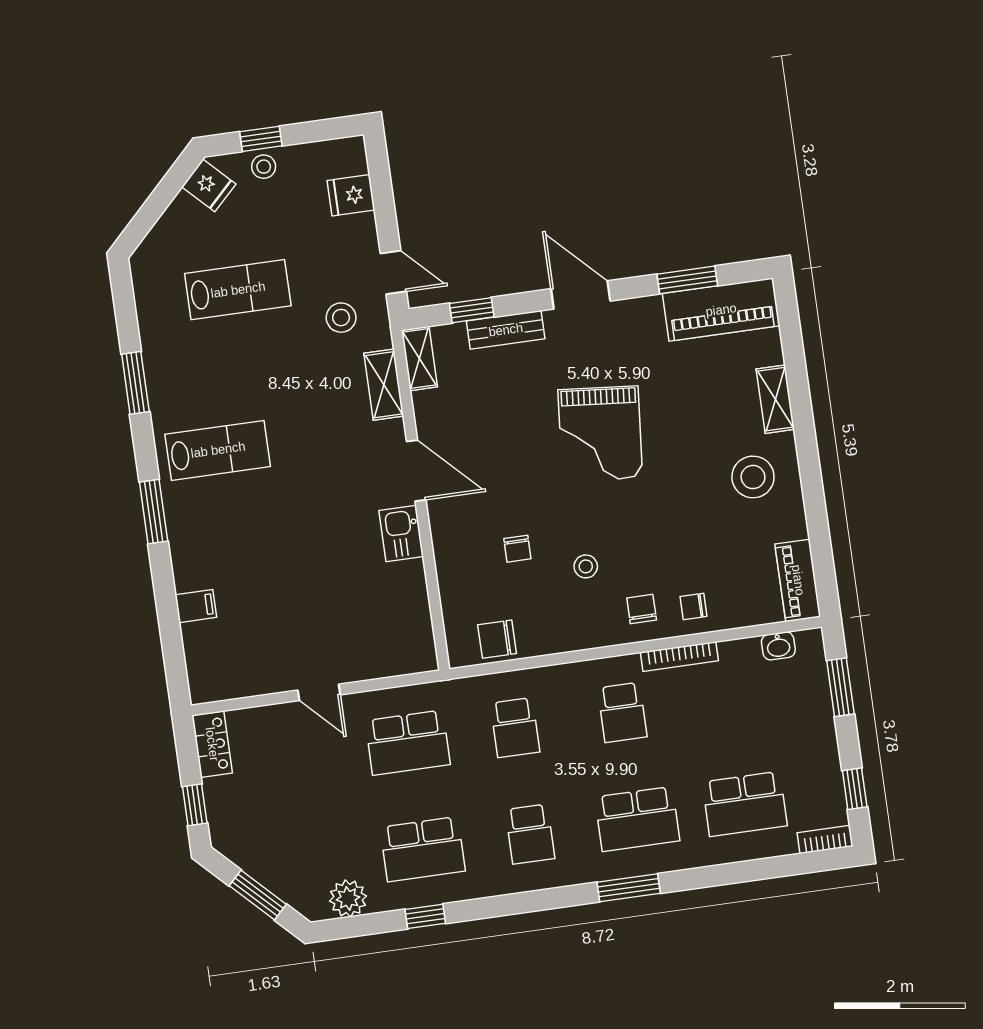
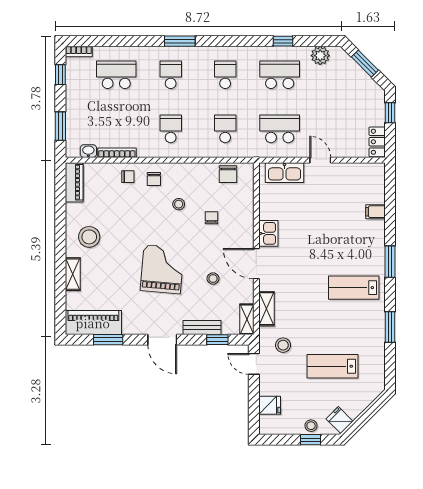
stool: (498, 429) -> (213, 279), added
chair: (497, 639) -> (228, 174), turned 90
bookcase: (679, 657) -> (117, 153), moved
kitchen sink: (386, 658) -> (285, 173), added
school desk: (637, 819) -> (171, 75), width x0.54

